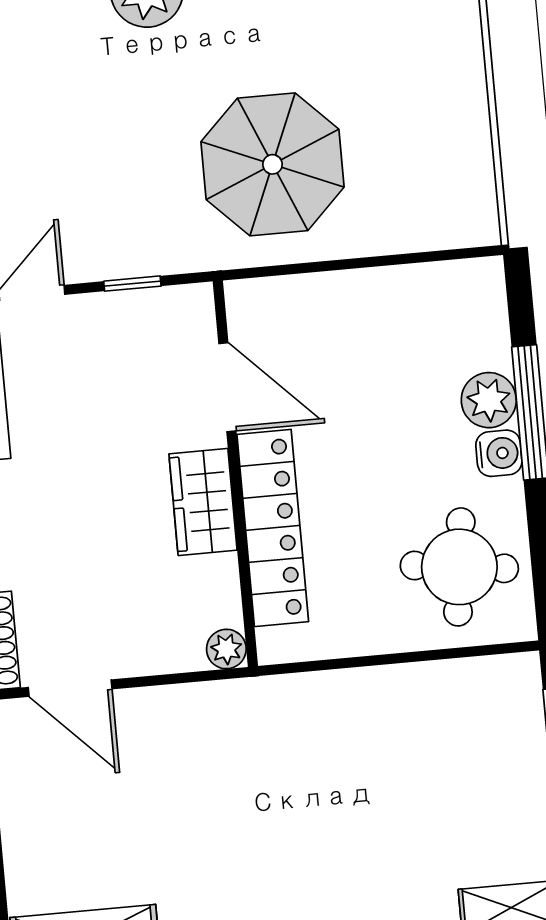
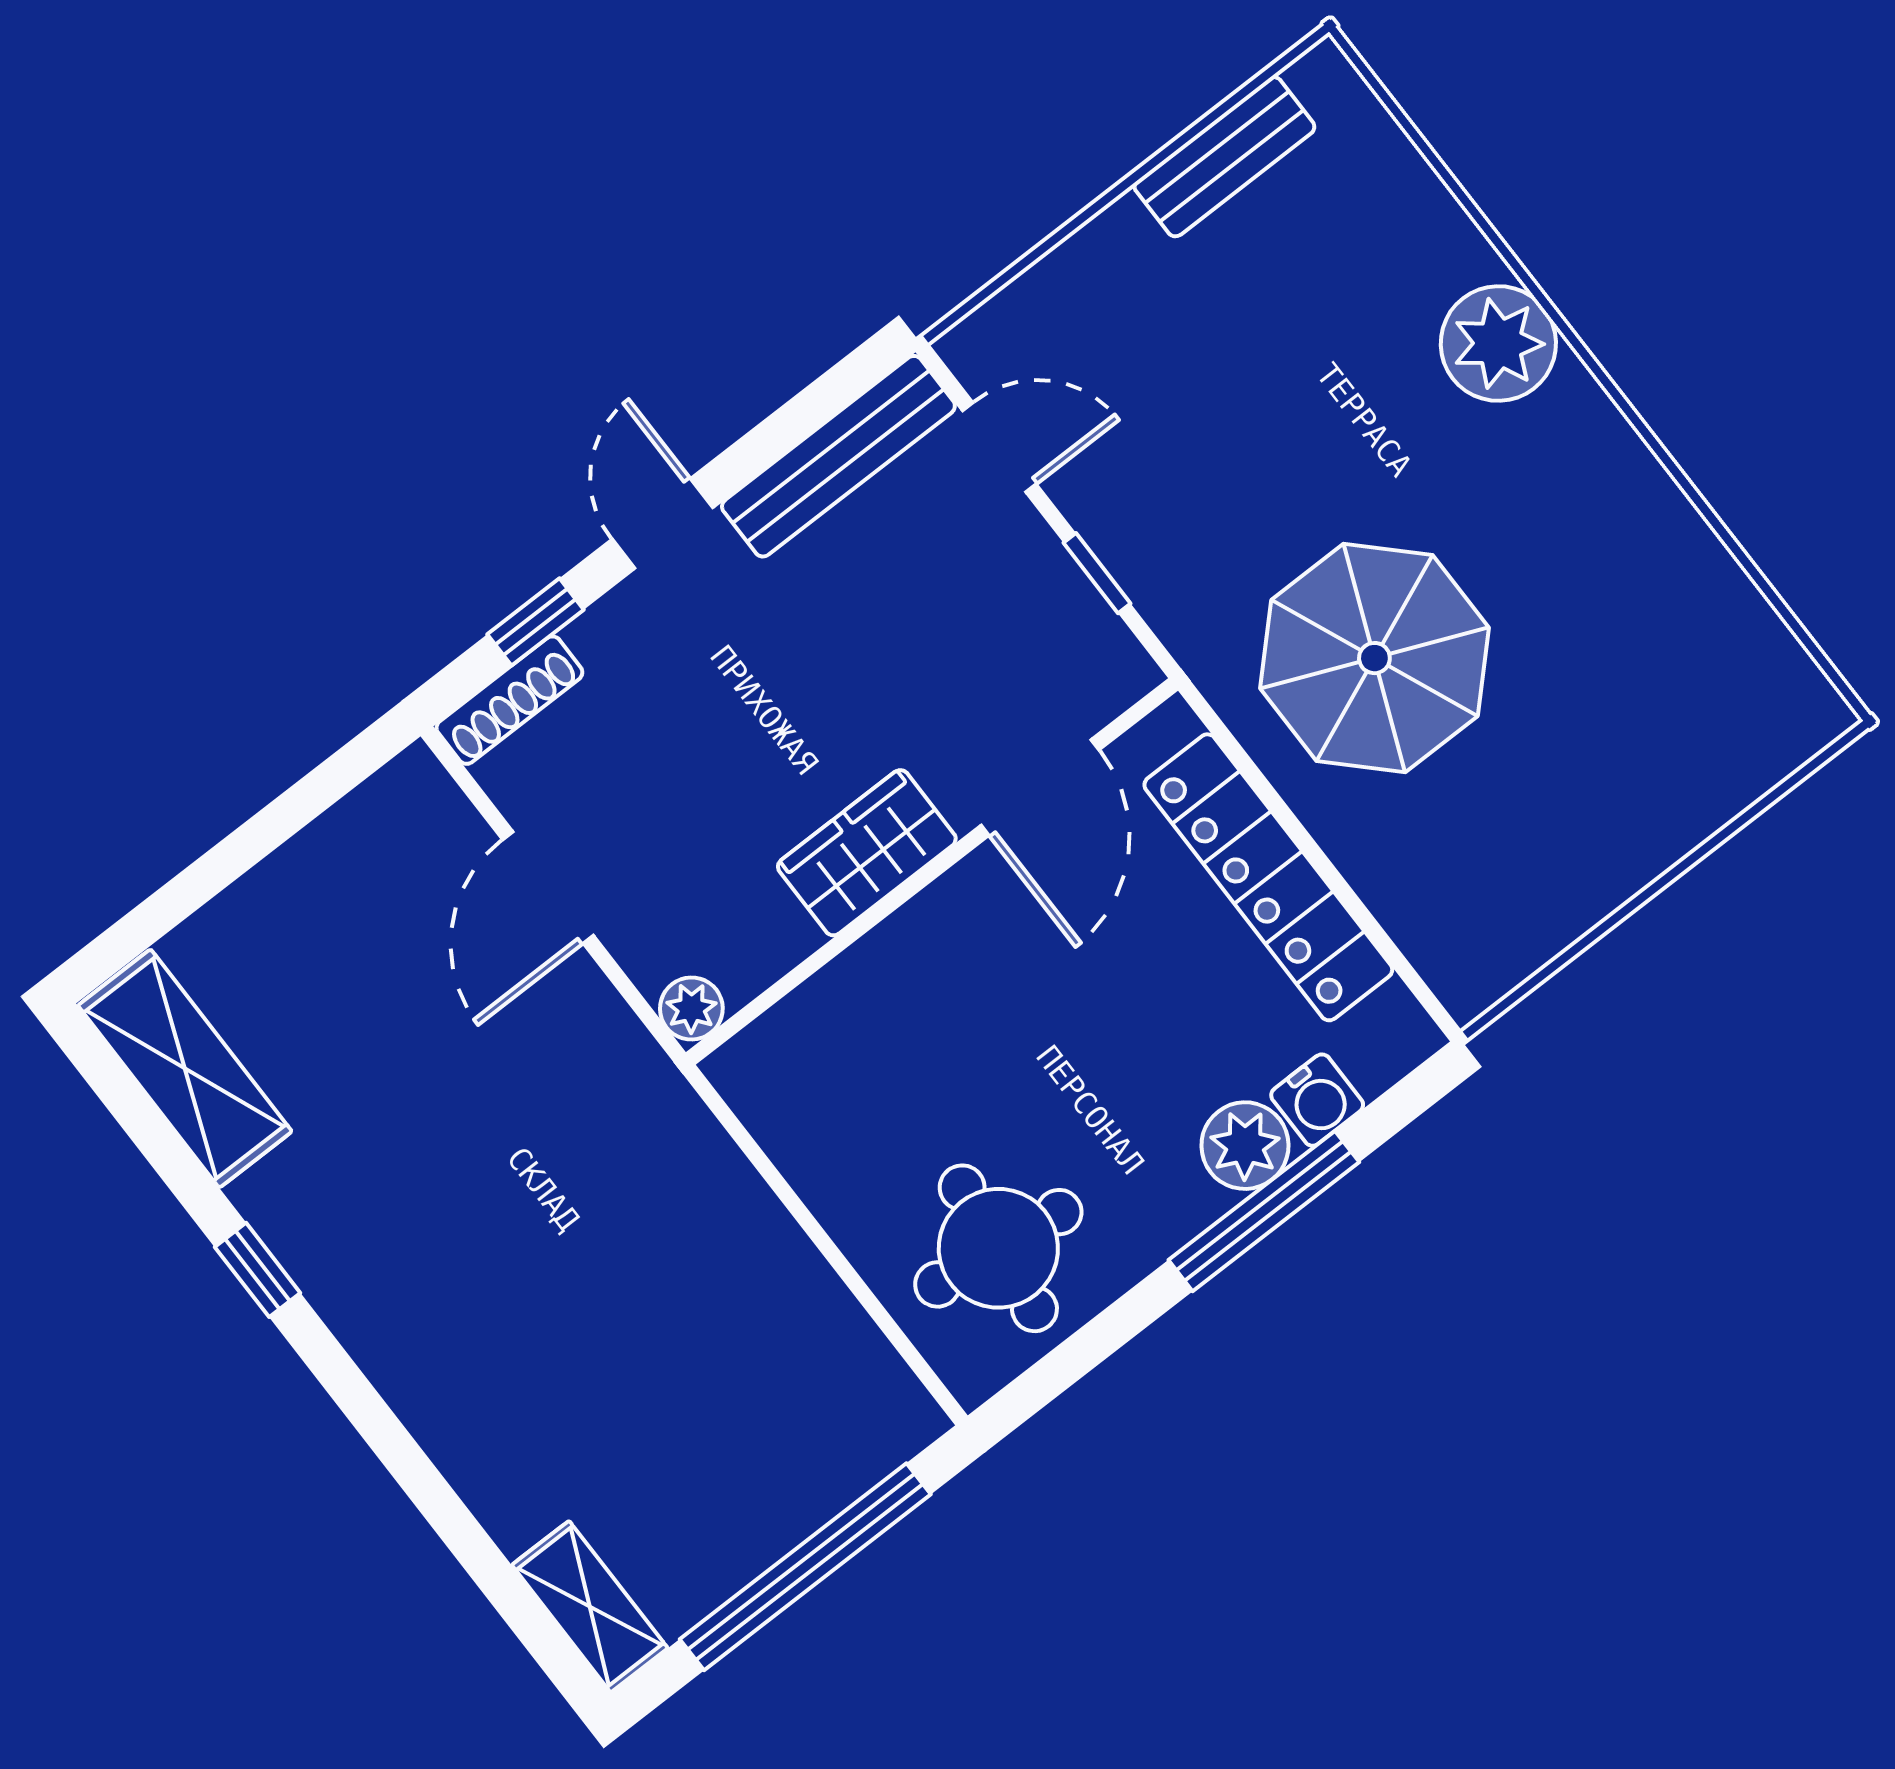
water cooler: (499, 453) -> (1317, 1100), moved
locker: (273, 528) -> (1268, 877), moved, turned 90
door: (70, 688) -> (548, 888), moved

